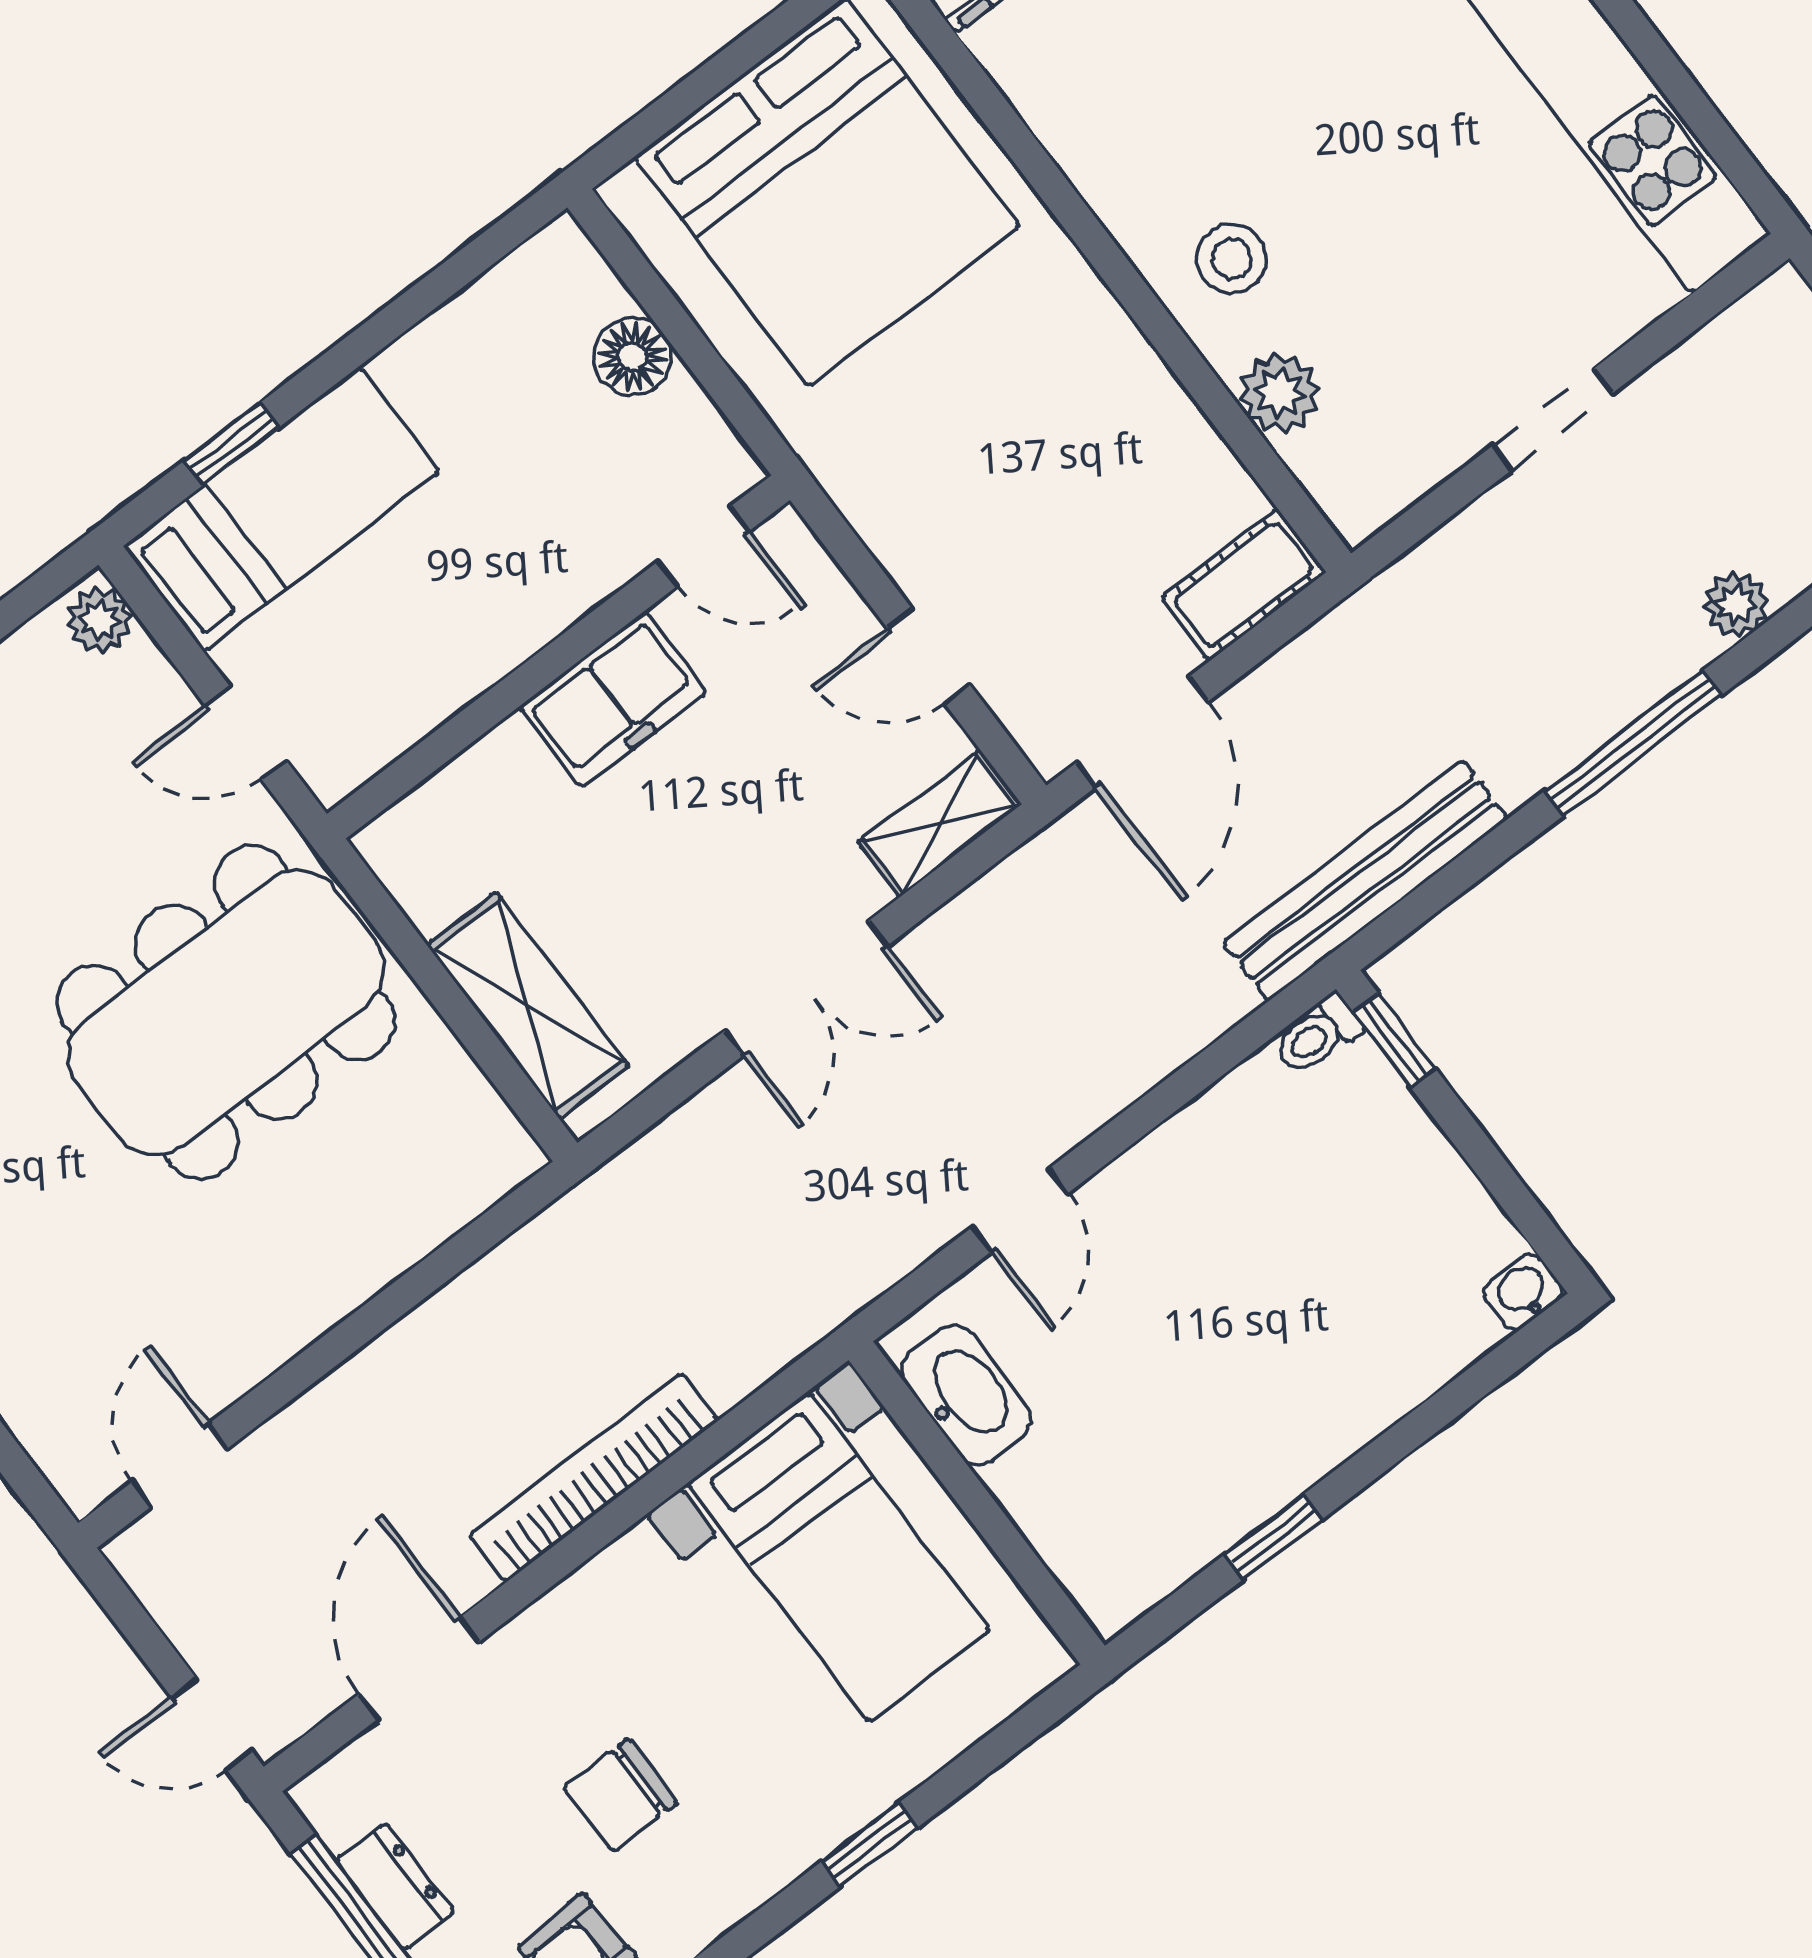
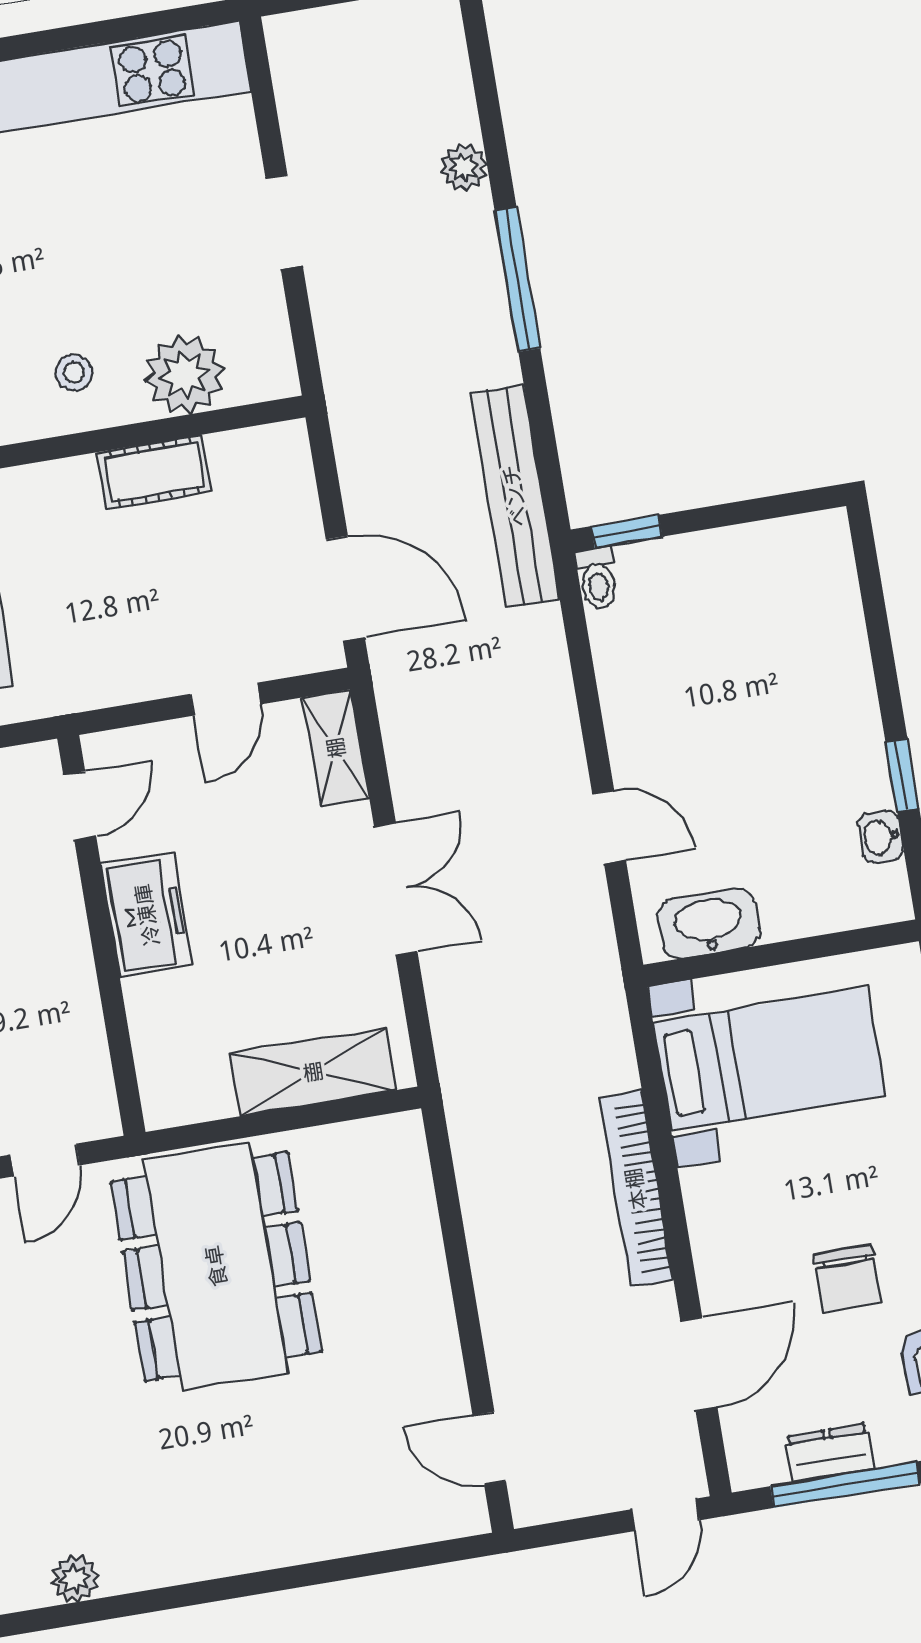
stool: (1231, 259) -> (74, 373), width x0.73, depth x0.73
plant: (1280, 393) -> (185, 375), width x1.36, depth x1.36
cot: (1243, 585) -> (154, 472), moved, turned 90
washbasin: (1523, 1292) -> (881, 837), moved
door: (419, 1668) -> (699, 1364), swing flipped

